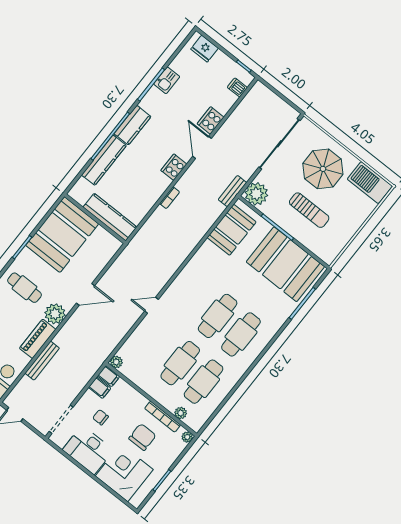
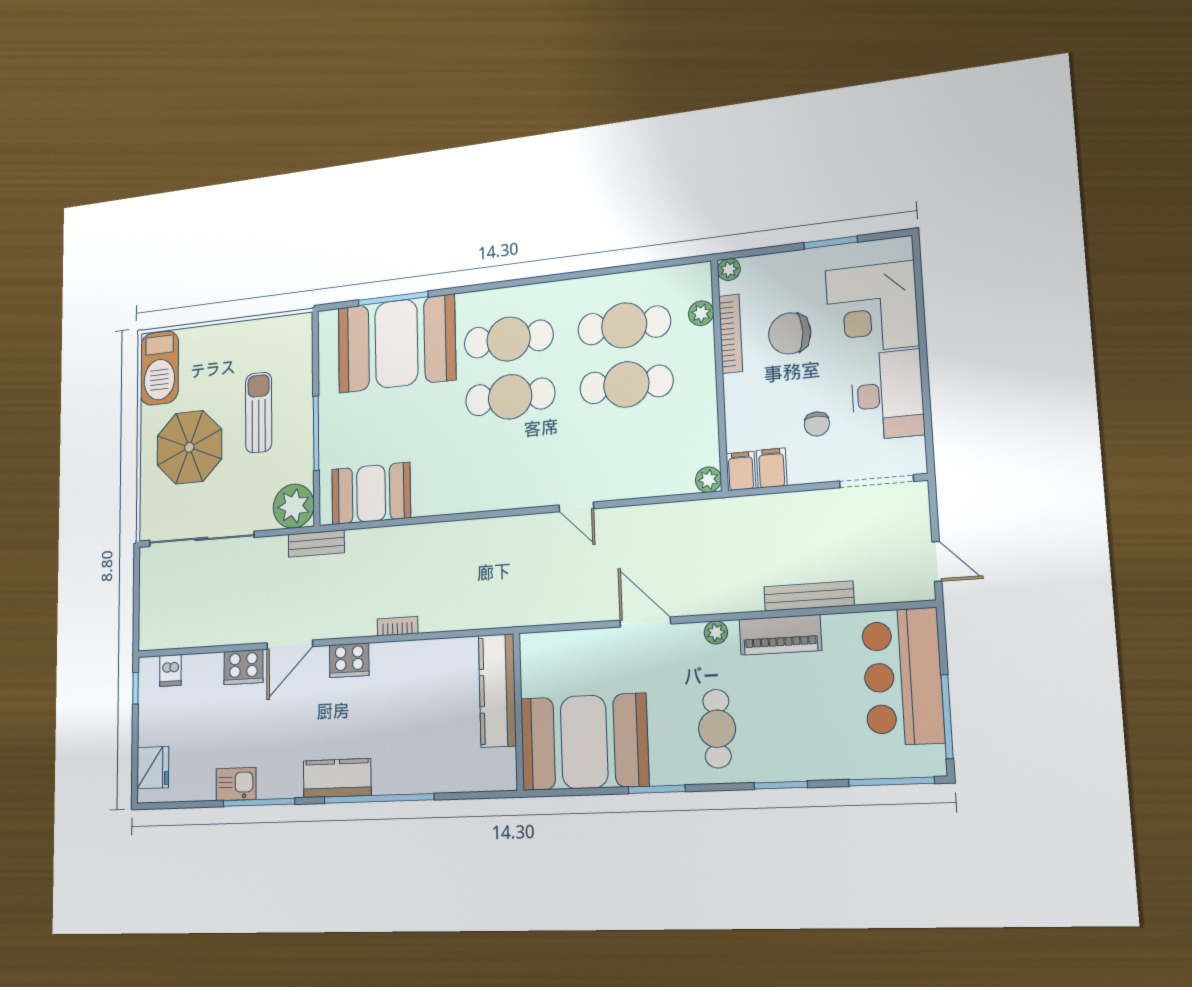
kitchen counter: (104, 160) -> (421, 776), removed
booth: (285, 264) -> (396, 344), moved, turned 90
plant: (55, 314) -> (716, 632), width x0.53, depth x0.53

